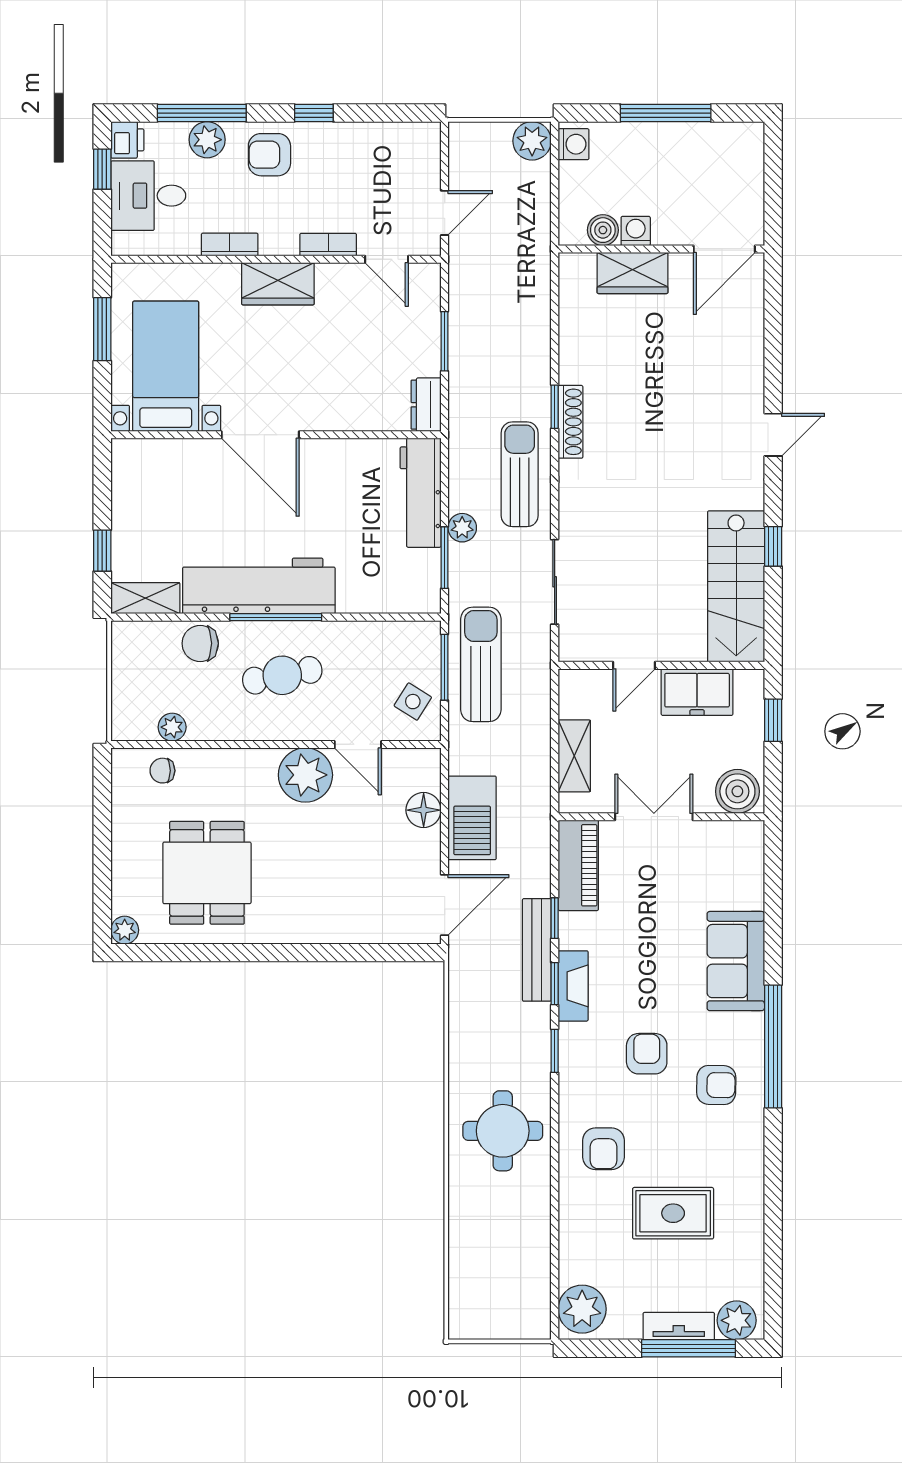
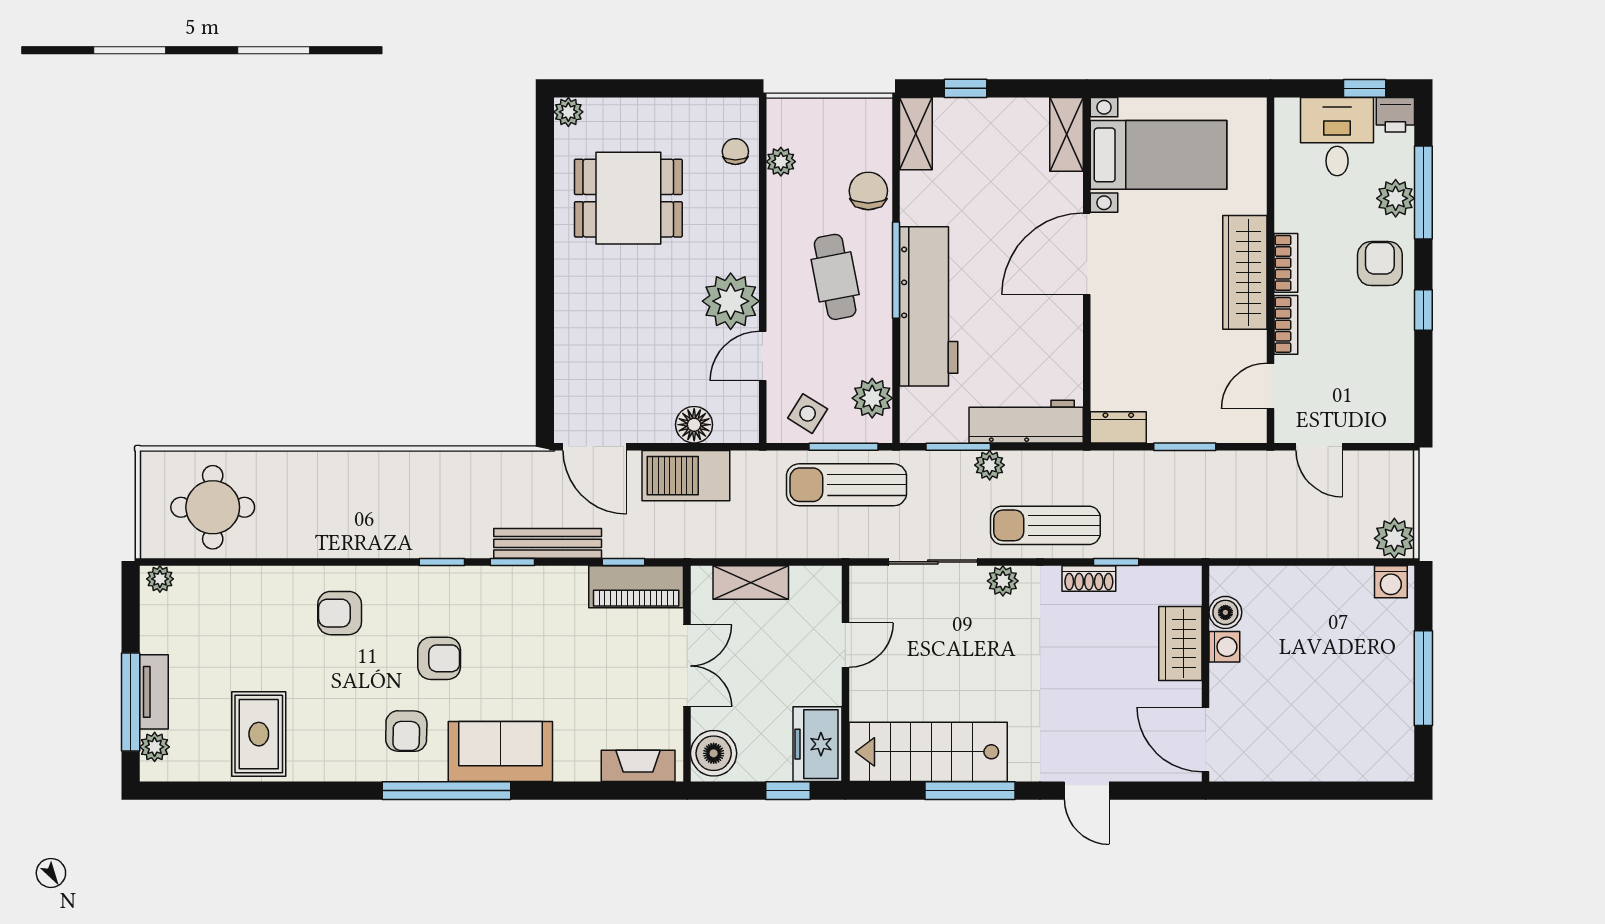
boiler: (603, 230) -> (1225, 612), moved
washing machine: (636, 231) -> (1224, 647), moved
bookcase: (230, 245) -> (1286, 263), moved
wall: (661, 249) -> (1206, 674), moved
door: (724, 249) -> (1206, 739), moved
wardrobe: (632, 273) -> (1180, 643), moved
wardrobe: (278, 284) -> (1245, 272), width x1.50
window: (102, 329) -> (1197, 88), removed
shoe rack: (570, 422) -> (1089, 578), width x0.70
shelving: (146, 454) -> (1067, 134), added
sun lounger: (520, 474) -> (1045, 525), turned 180
plant: (573, 515) -> (1003, 581), added
window: (773, 546) -> (970, 791), width x2.17
workbench: (259, 586) -> (929, 306), moved
plant: (398, 640) -> (872, 398), added
sun lounger: (481, 664) -> (846, 485), turned 180
door: (634, 665) -> (845, 645), swing flipped
freezer: (697, 692) -> (818, 744), moved
window: (555, 918) -> (624, 562), moved
sofa: (736, 961) -> (500, 752), moved
fireplace: (573, 986) -> (638, 766), moved, turned 180
round table: (503, 1131) -> (213, 507), moved
rug: (673, 1213) -> (259, 734), moved
plant: (582, 1309) -> (160, 579), width x0.53, depth x0.53
plant: (737, 1320) -> (155, 747), width x0.73, depth x0.73

